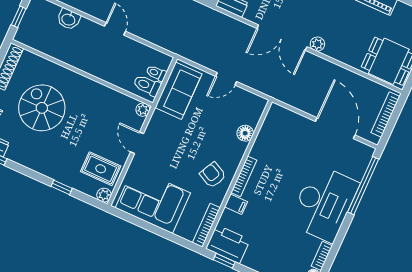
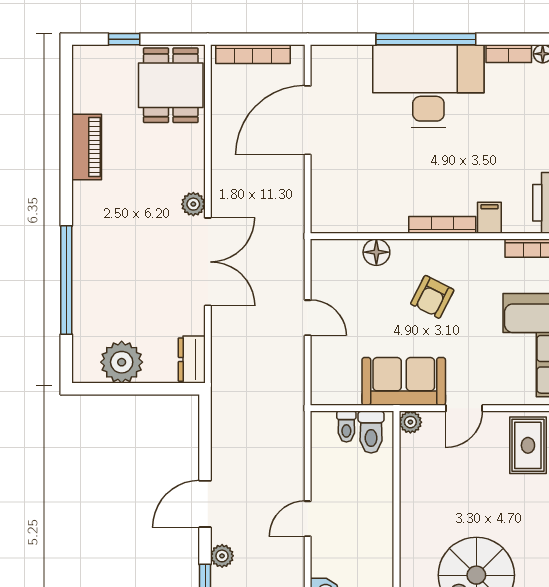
sofa: (178, 91) -> (404, 381), moved
armchair: (213, 175) -> (432, 297), moved
window: (363, 186) -> (426, 39), moved

